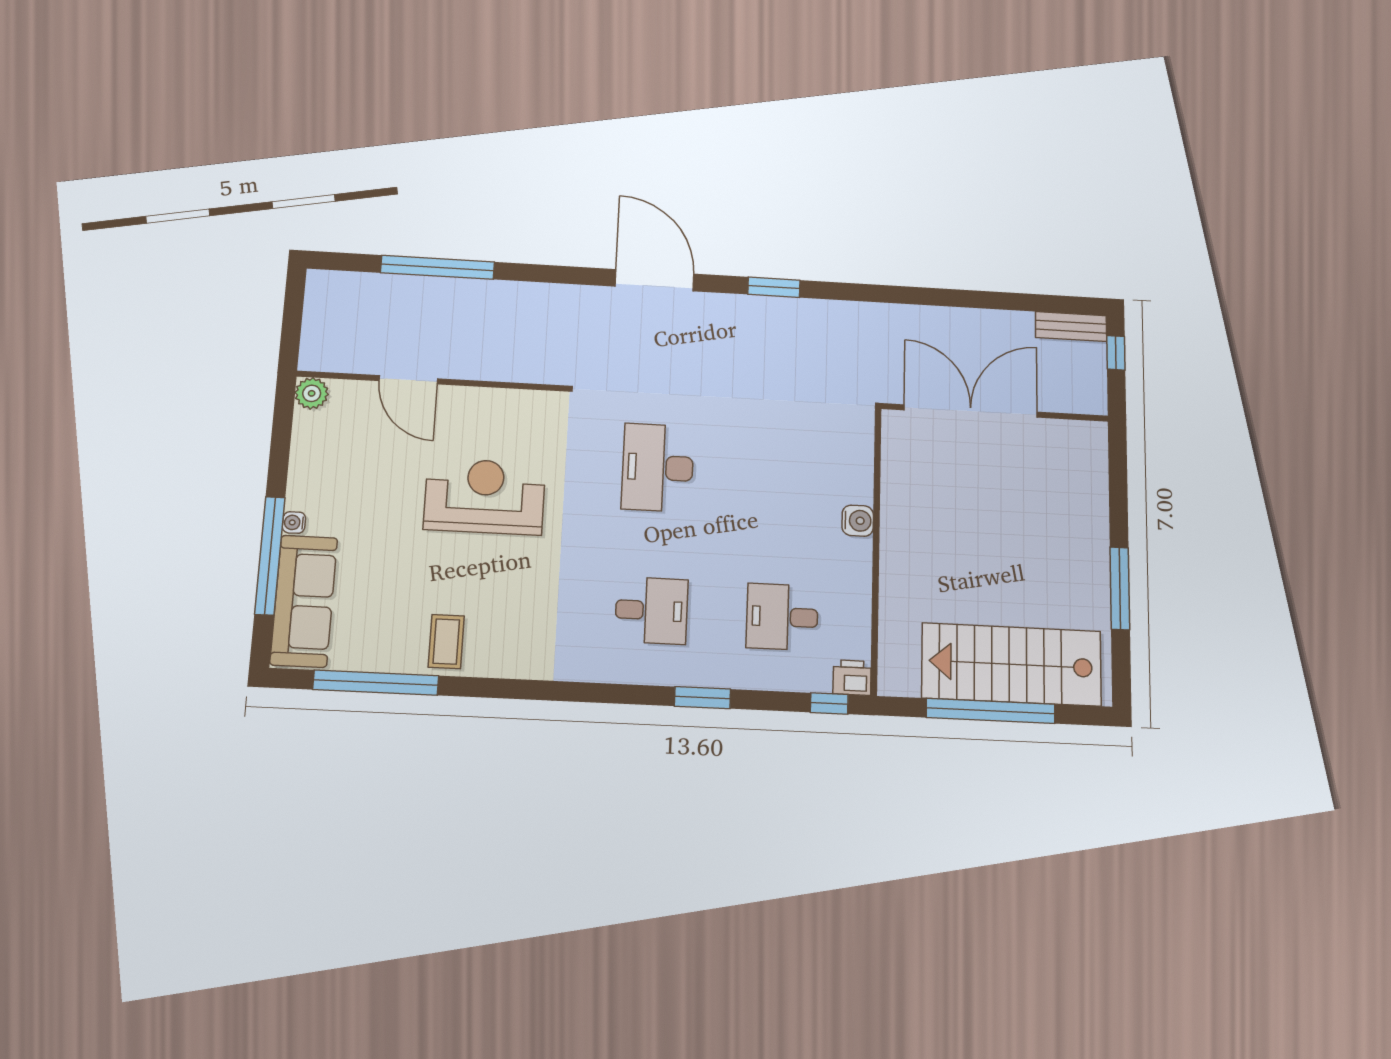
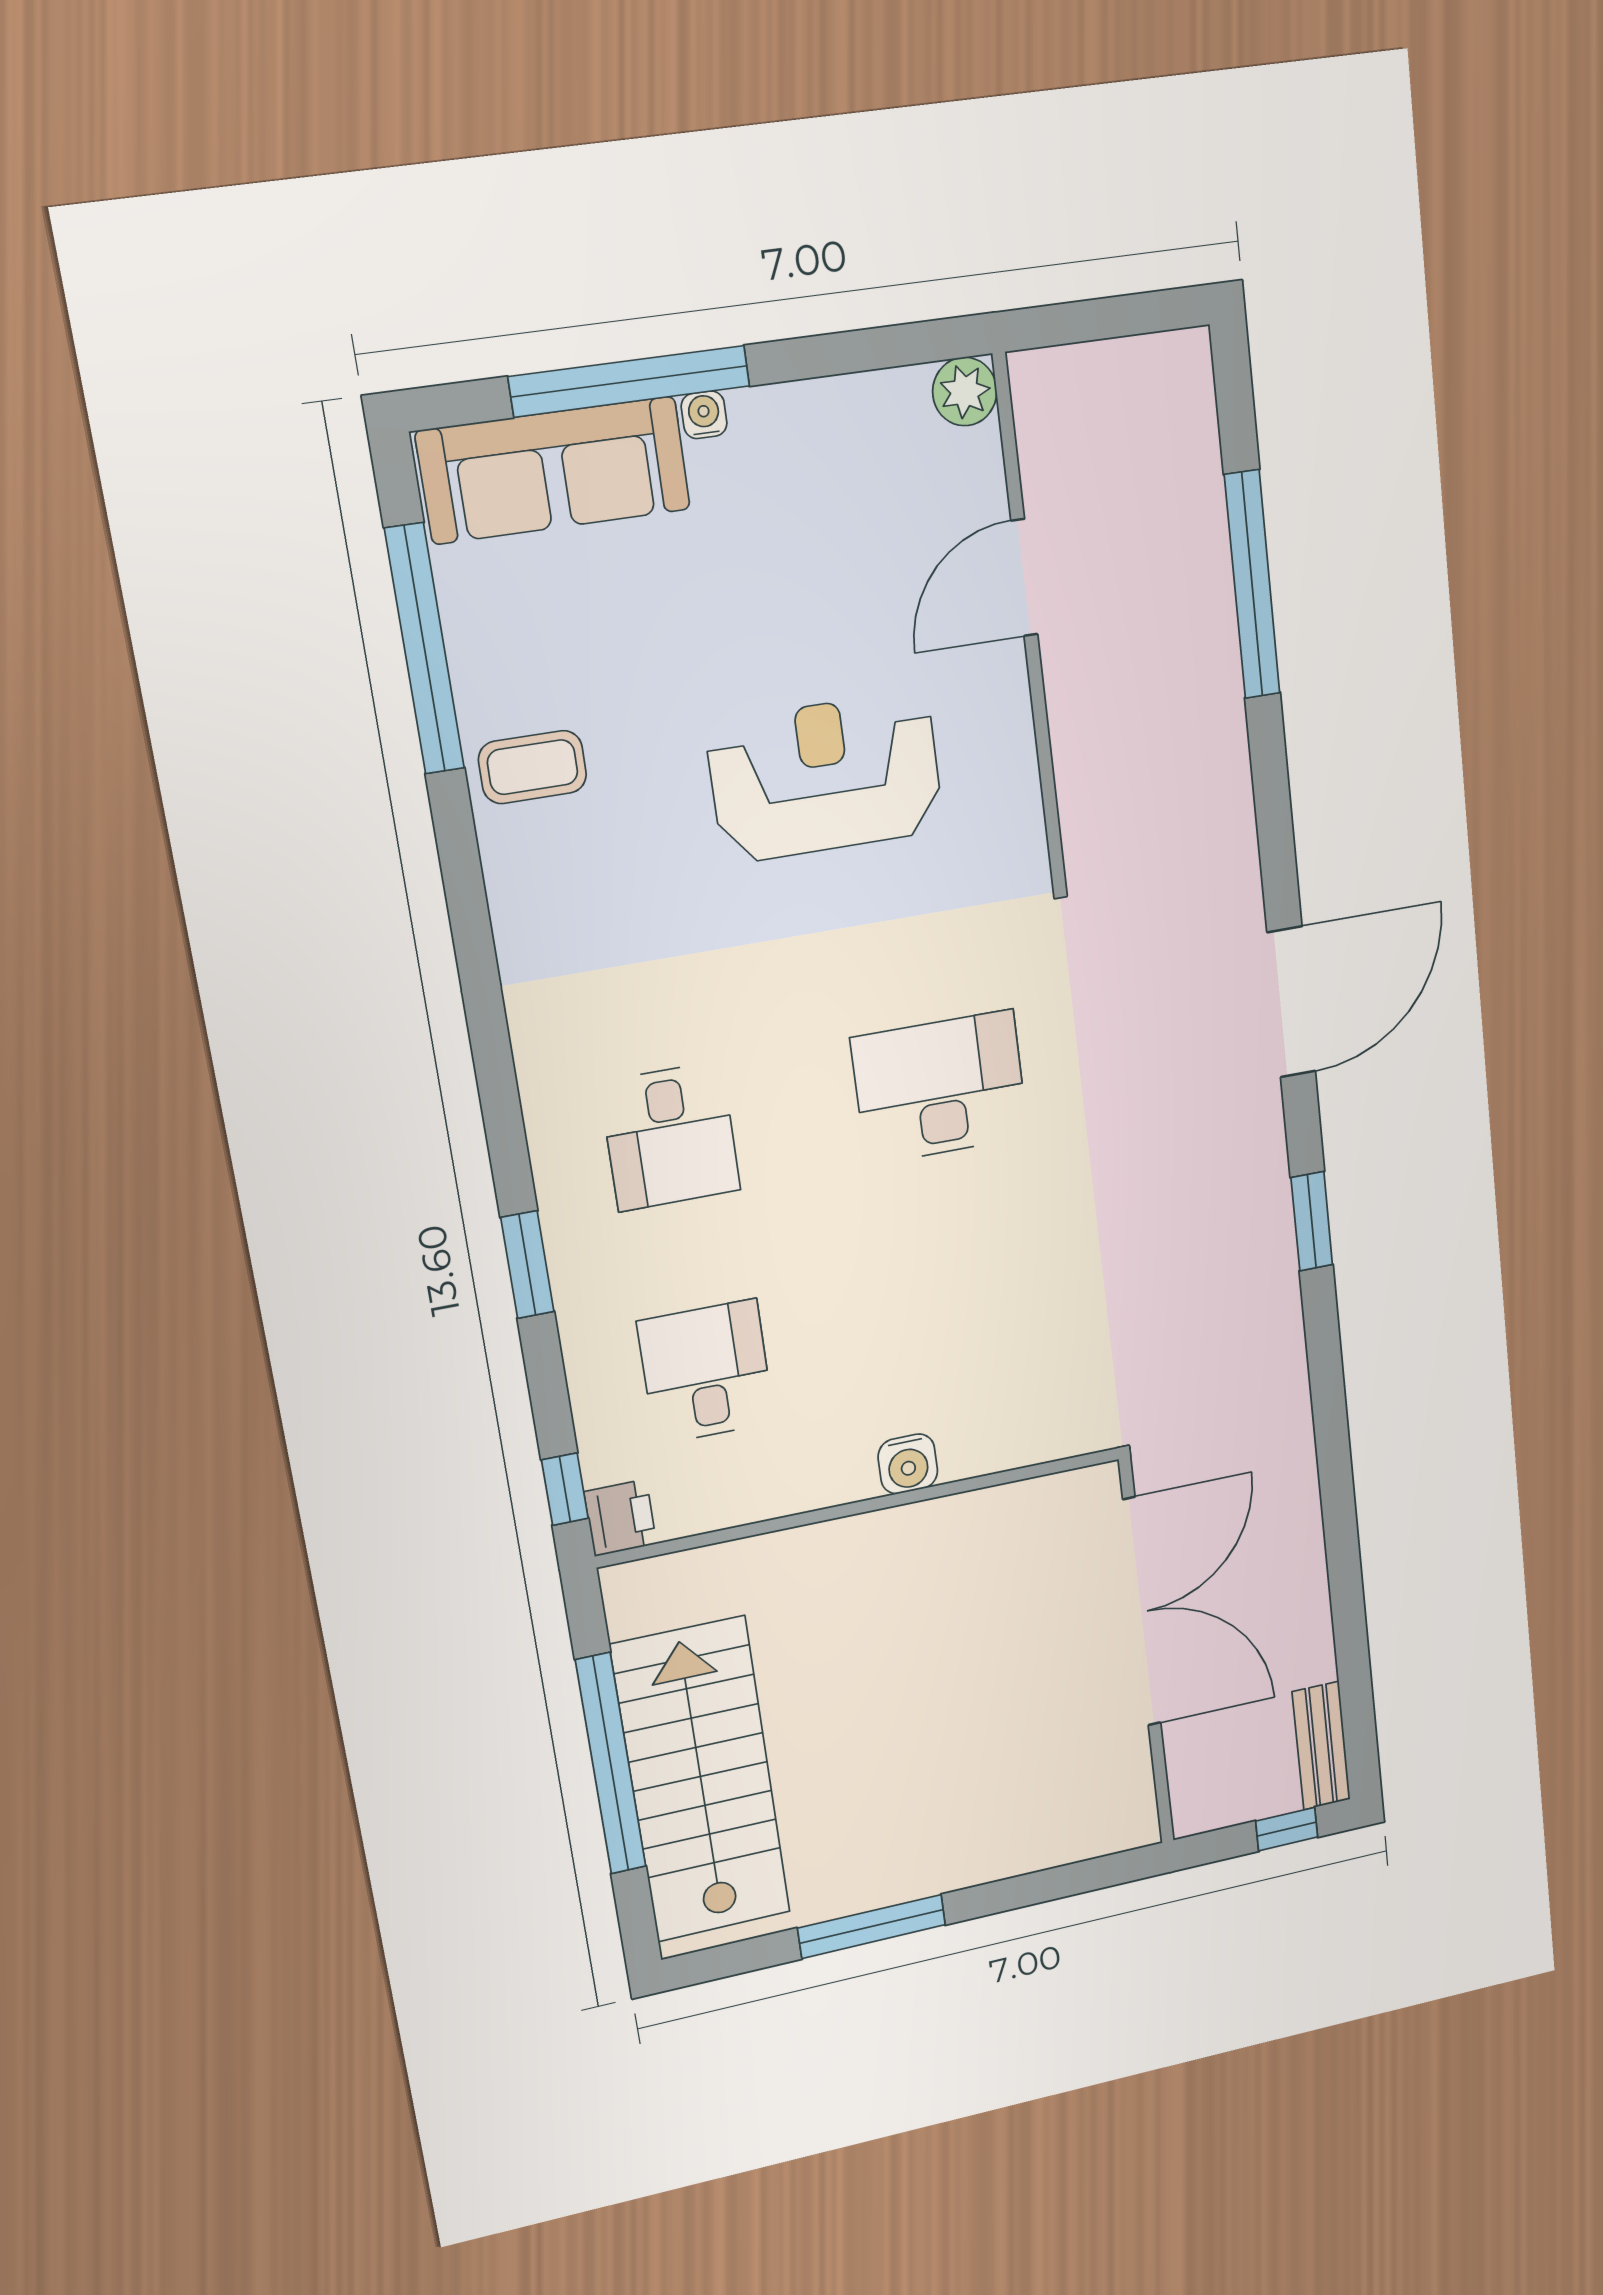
reception desk: (485, 496) -> (825, 777), turned -90

